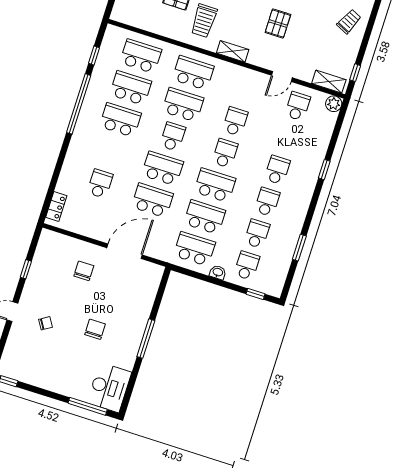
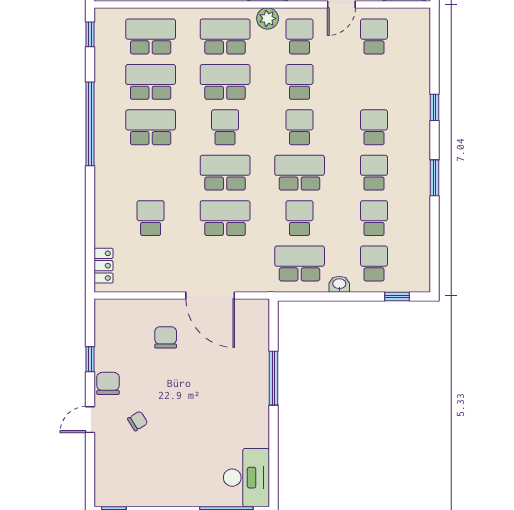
window: (94, 55) -> (90, 34), moved
school desk: (245, 90) -> (300, 36), added
plant: (334, 104) -> (268, 18), moved
school desk: (205, 217) -> (300, 218), width x0.54
window: (299, 248) -> (435, 178), moved
door: (125, 251) -> (210, 295), swing flipped
chair: (95, 329) -> (108, 383), moved
window: (146, 339) -> (274, 378), moved

